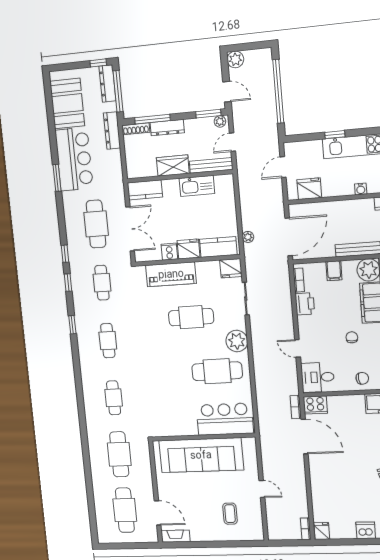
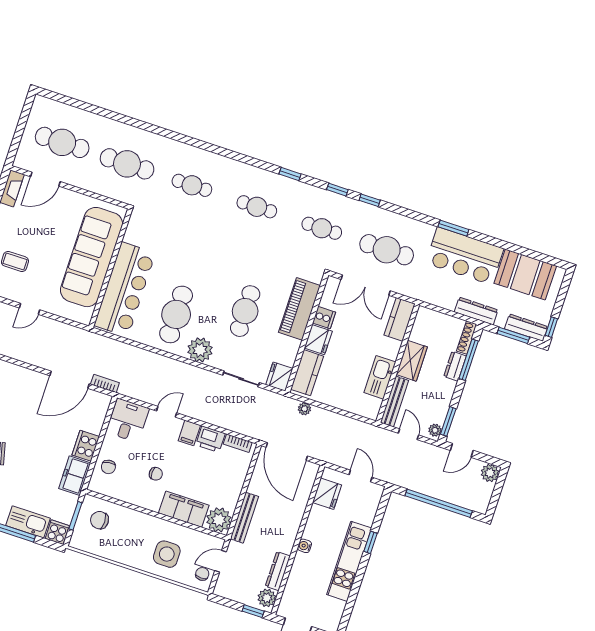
window: (118, 91) -> (513, 335), width x0.69
dresser: (167, 128) -> (455, 366), width x0.70
filing cabinet: (334, 271) -> (189, 433), moved, turned -90
cooker: (315, 405) -> (86, 446), moved
bar counter: (225, 419) -> (125, 289), width x1.36

